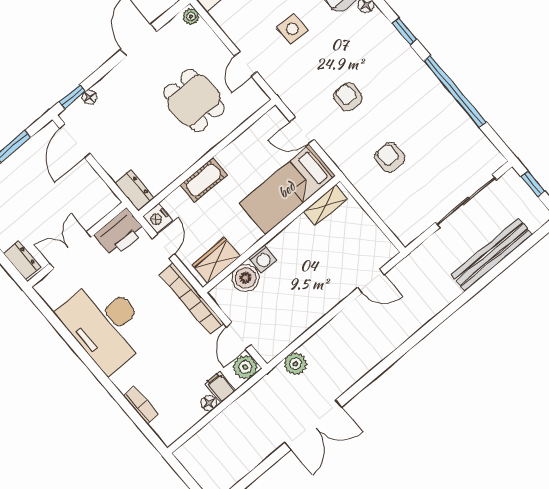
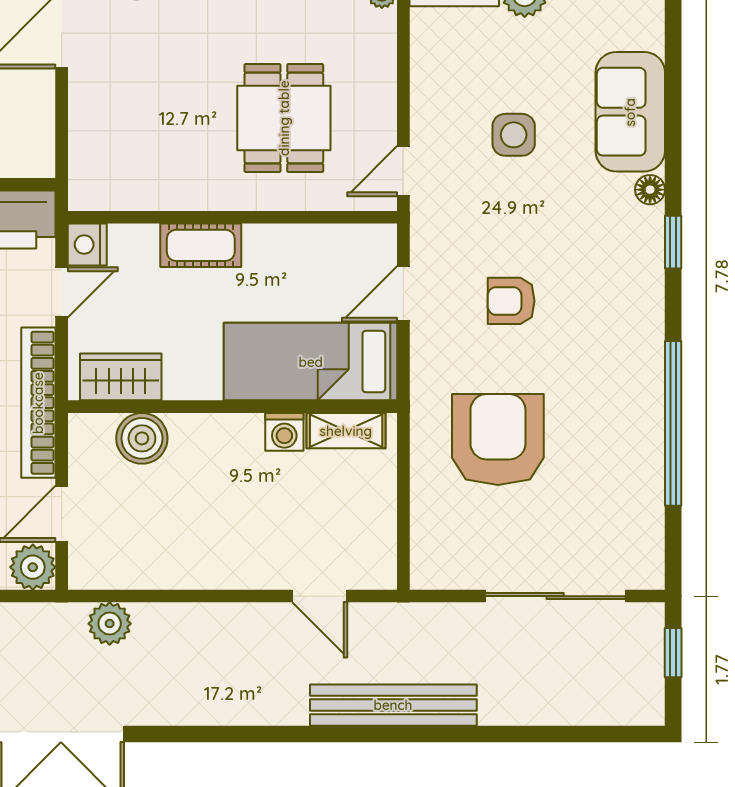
window: (404, 31) -> (673, 242), moved
door: (246, 64) -> (403, 171), moved
armchair: (348, 97) -> (511, 301), turned -90
door: (302, 131) -> (403, 294), hinge flipped
armchair: (390, 157) -> (498, 440), width x1.88, depth x1.88
dresser: (134, 190) -> (87, 175), removed
bench: (492, 255) -> (393, 705), moved
washing machine: (263, 259) -> (284, 432), moved

